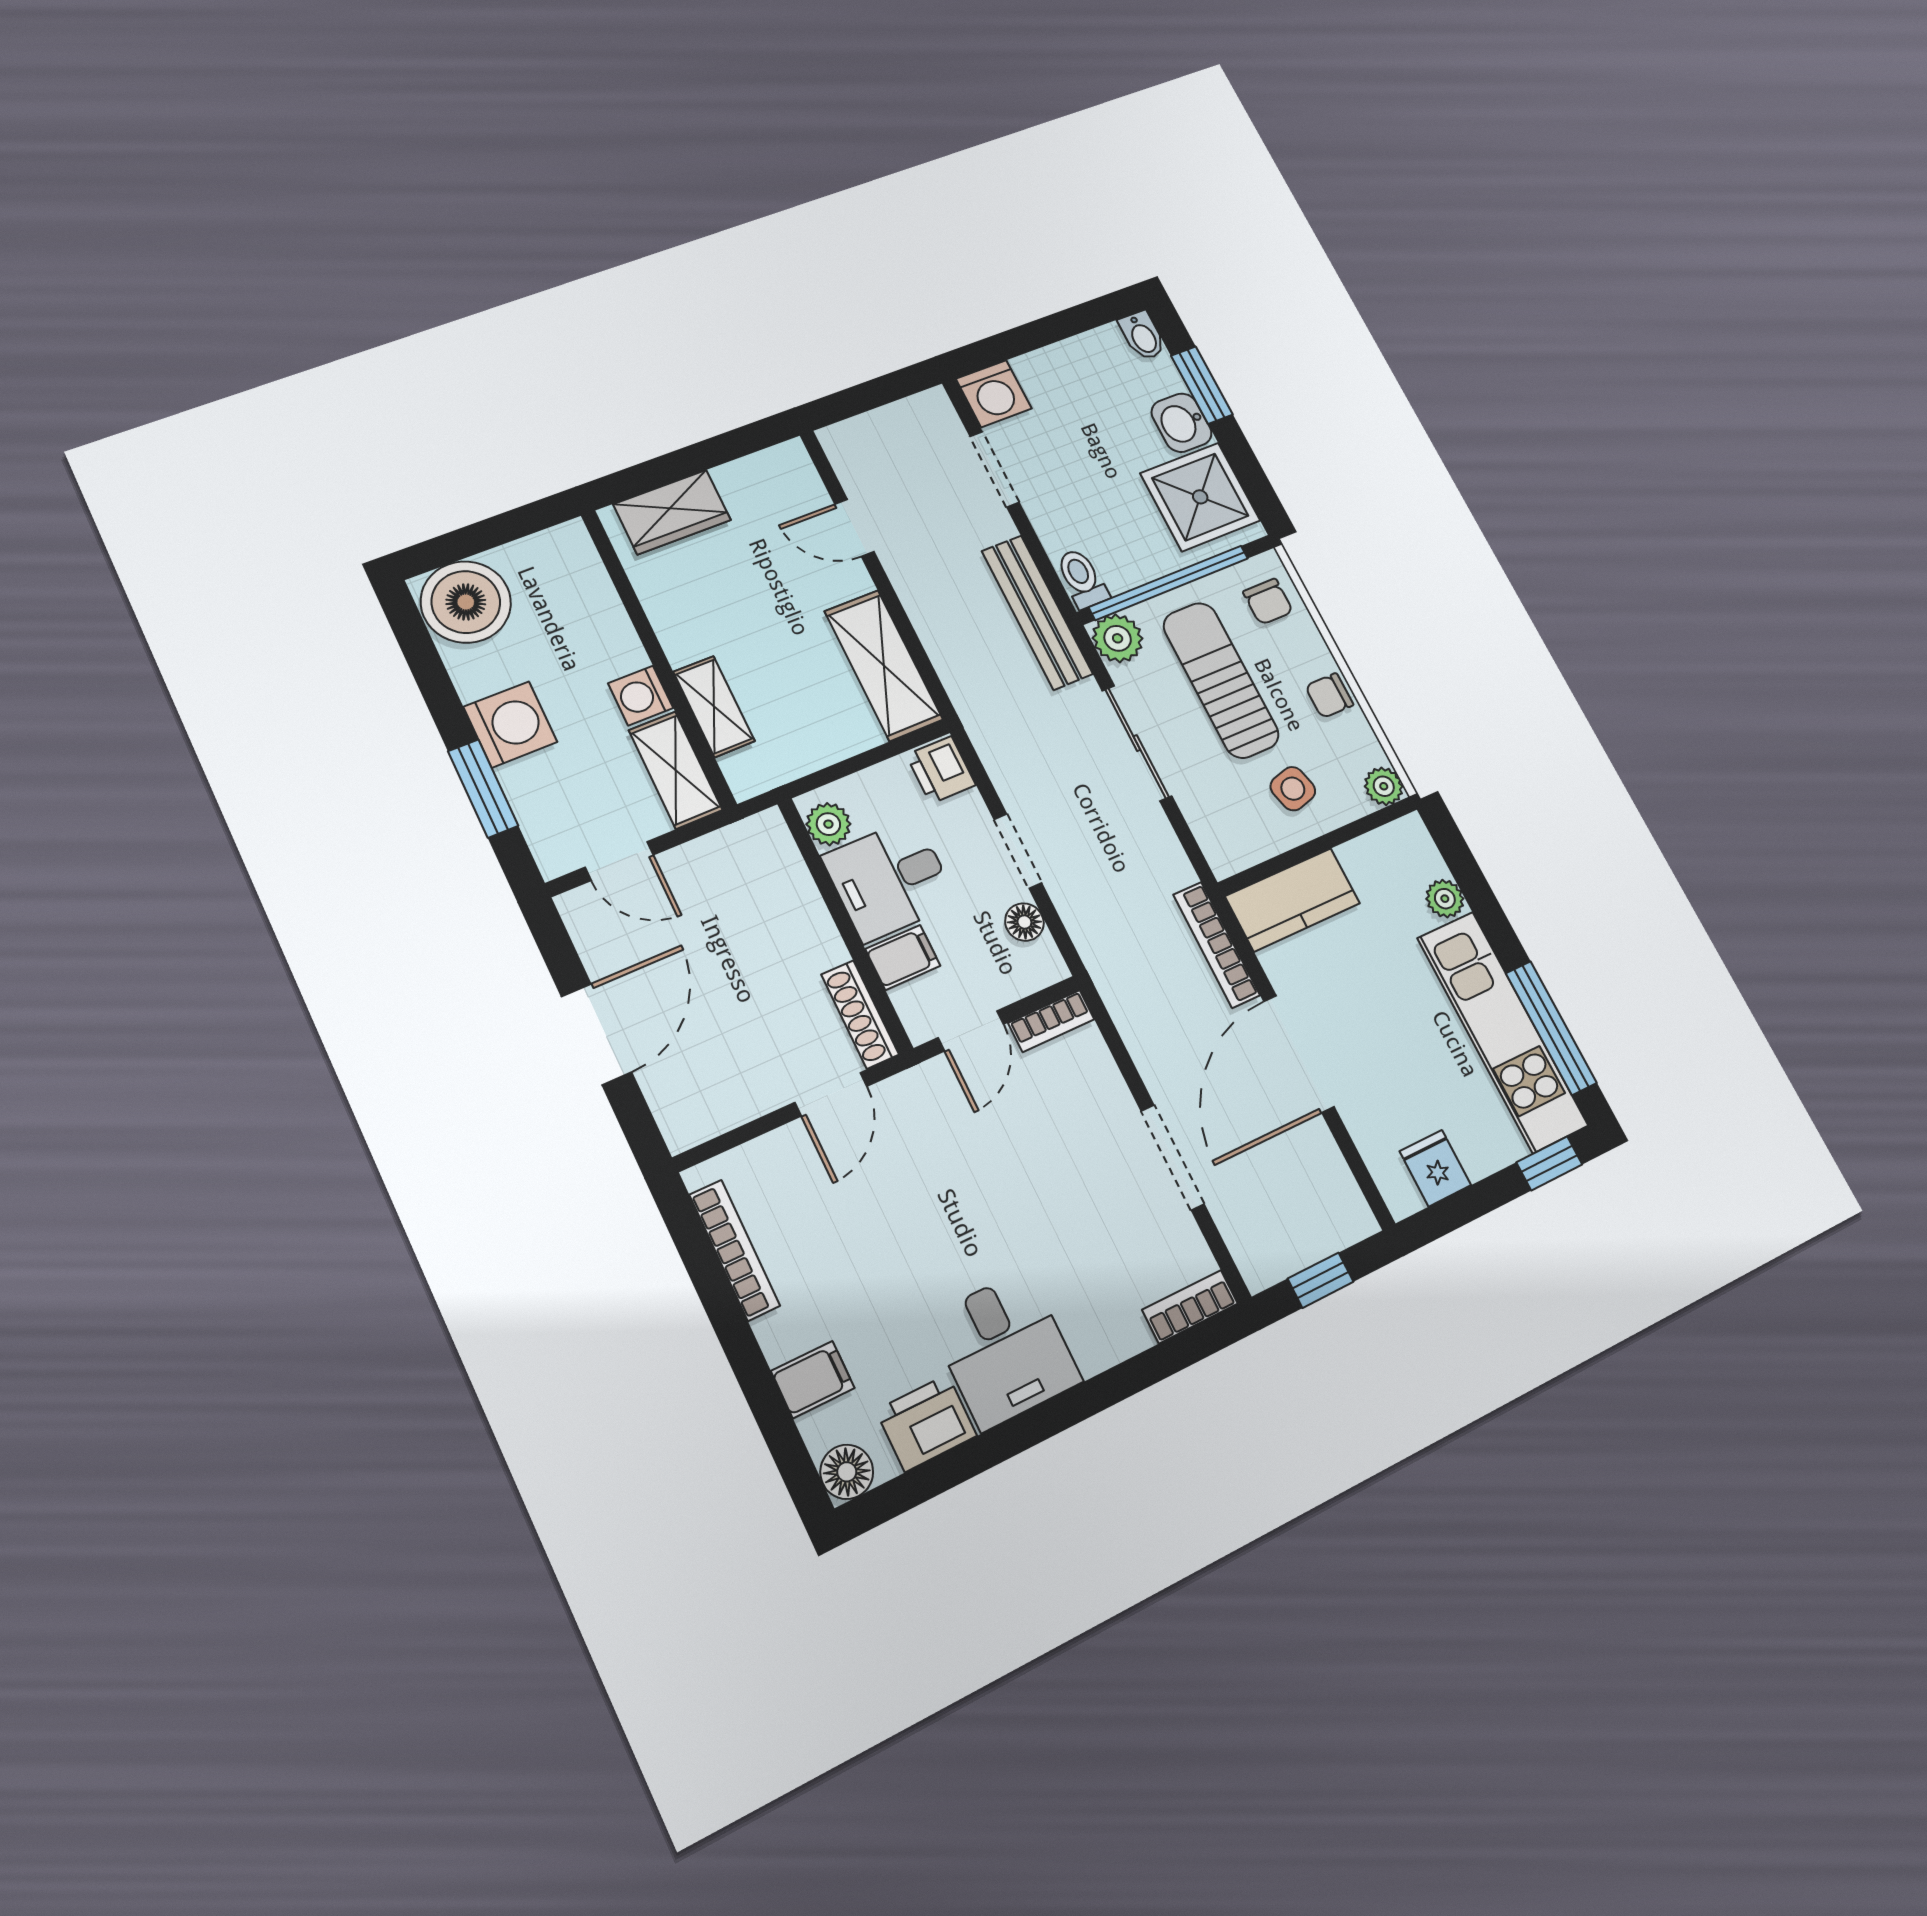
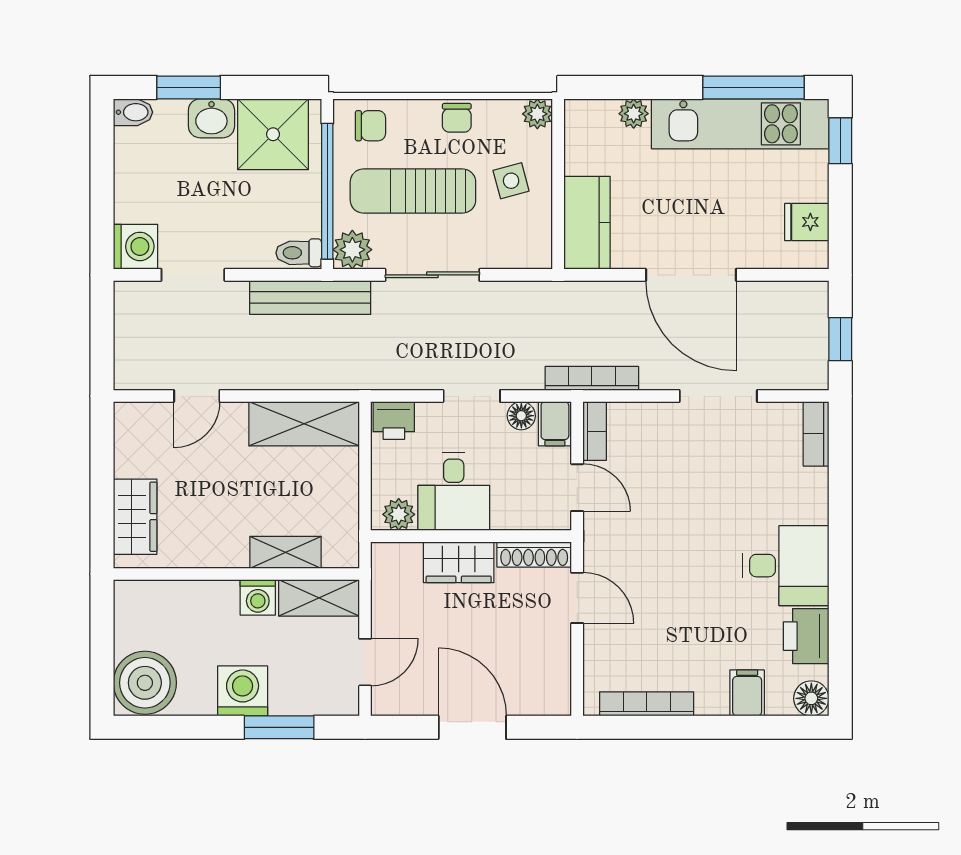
wardrobe: (804, 924) -> (459, 562), added
bookcase: (1216, 945) -> (592, 378), moved, turned 180
filing cabinet: (903, 957) -> (555, 424), moved, turned 180

